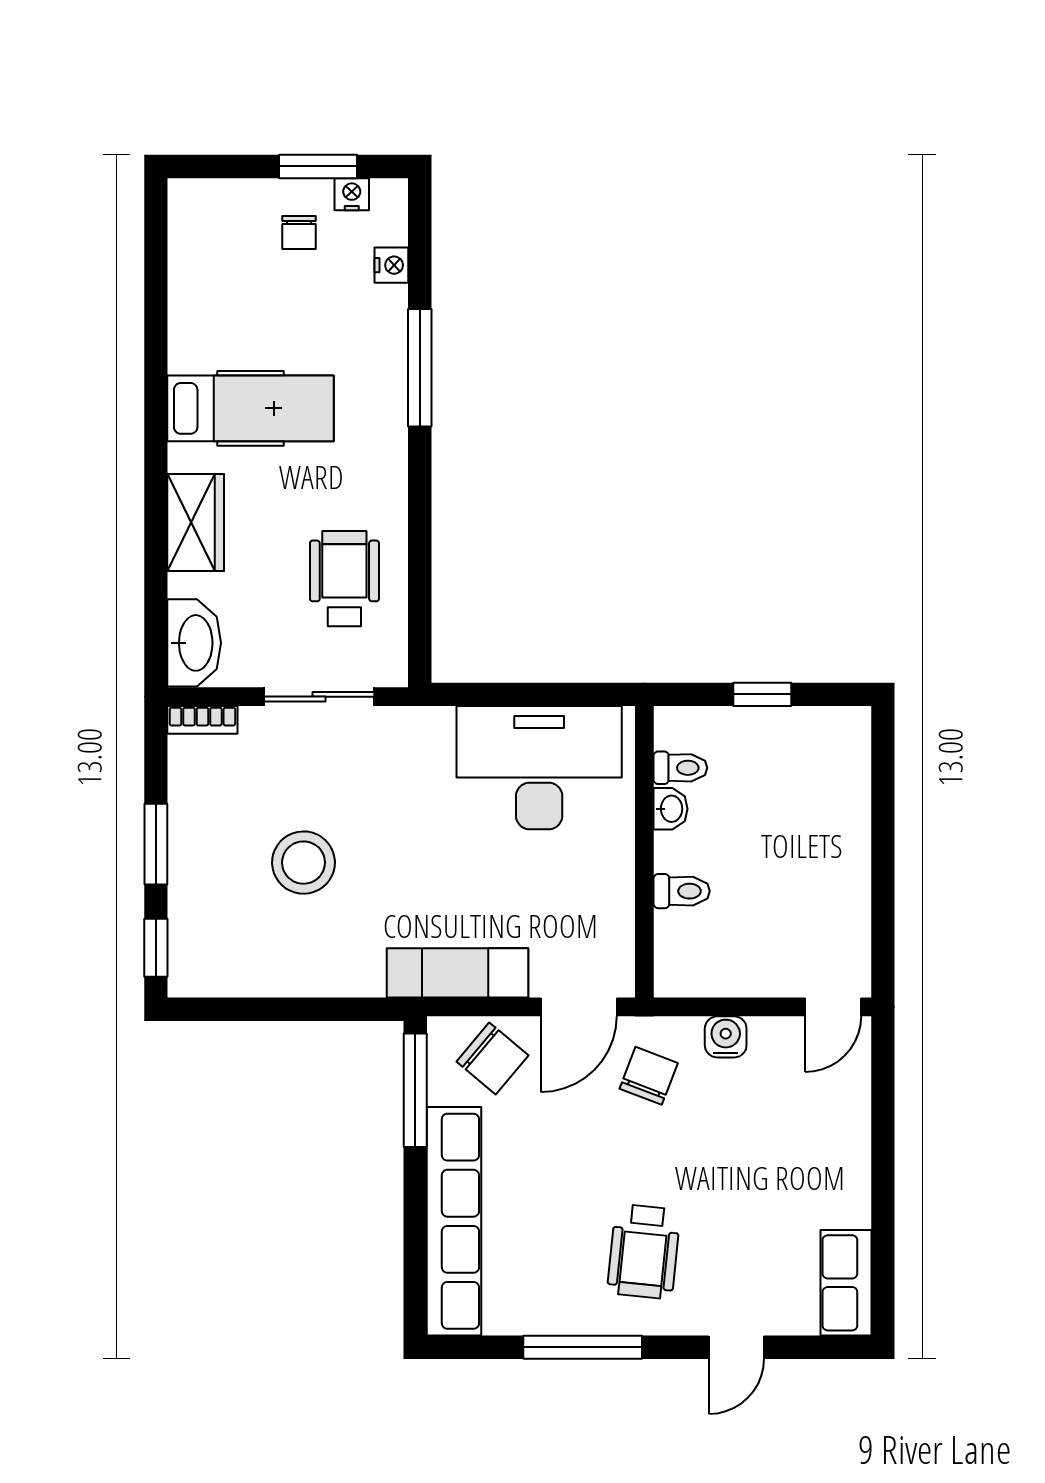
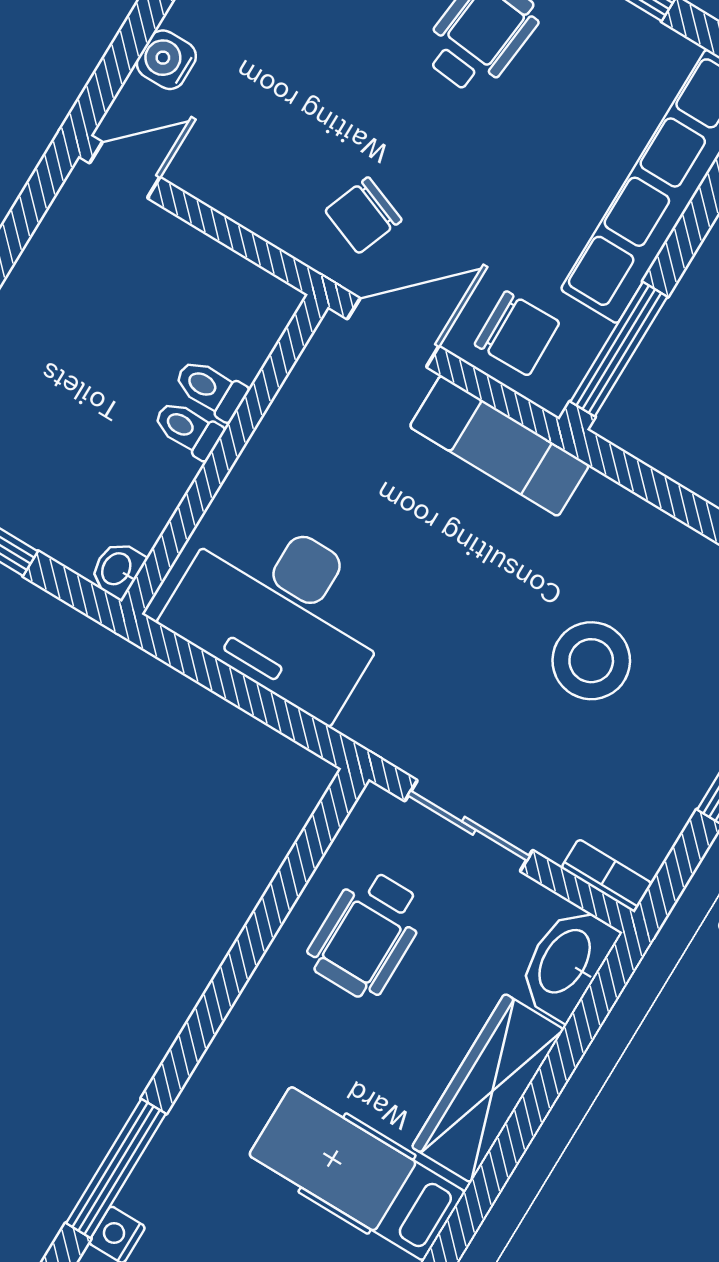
window: (420, 368) -> (116, 1168), moved
wardrobe: (196, 523) -> (488, 1088), width x1.50
toilet: (680, 768) -> (188, 429), moved
washbasin: (671, 809) -> (117, 569), moved
water cooler: (726, 1037) -> (166, 60), moved, turned 90
chair: (492, 1058) -> (517, 333), turned 139

